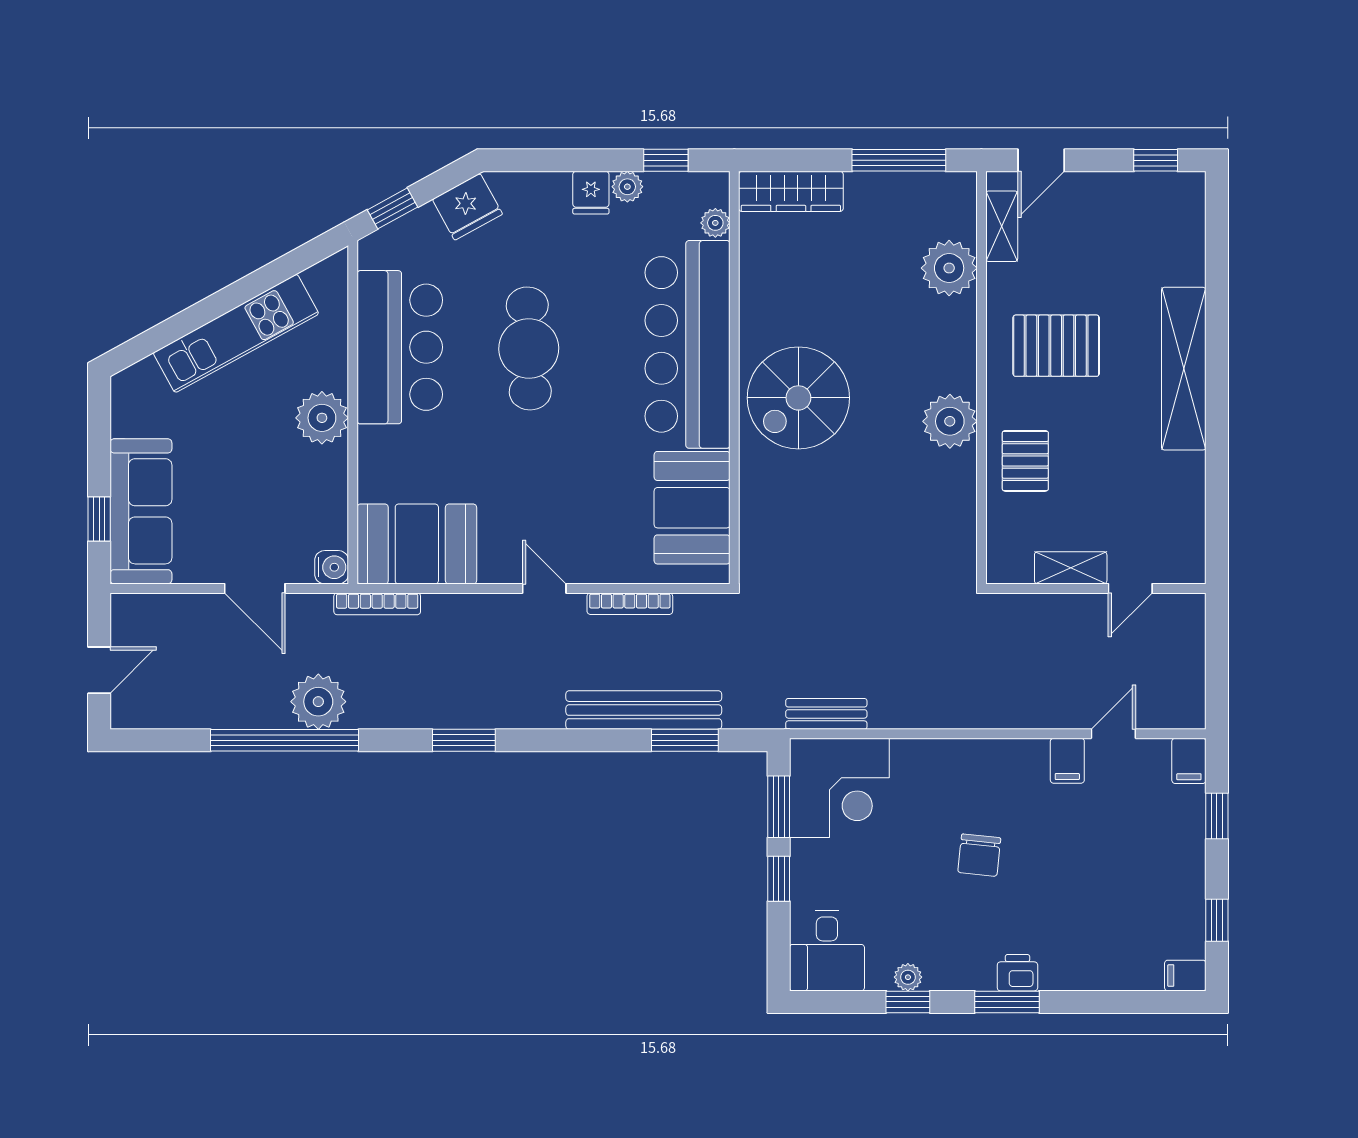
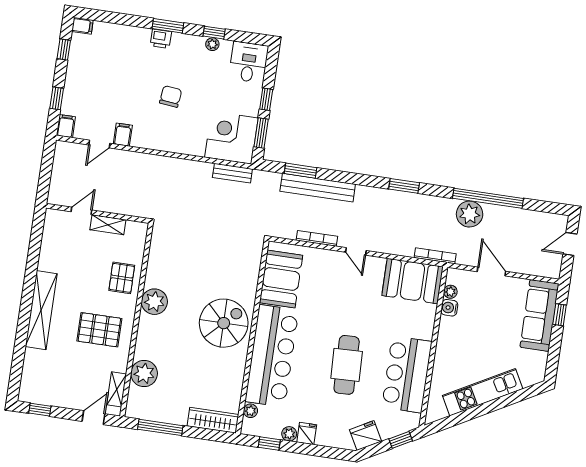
plant: (322, 418) -> (450, 292), moved, width x0.53, depth x0.53
water cooler: (332, 567) -> (449, 308), moved

